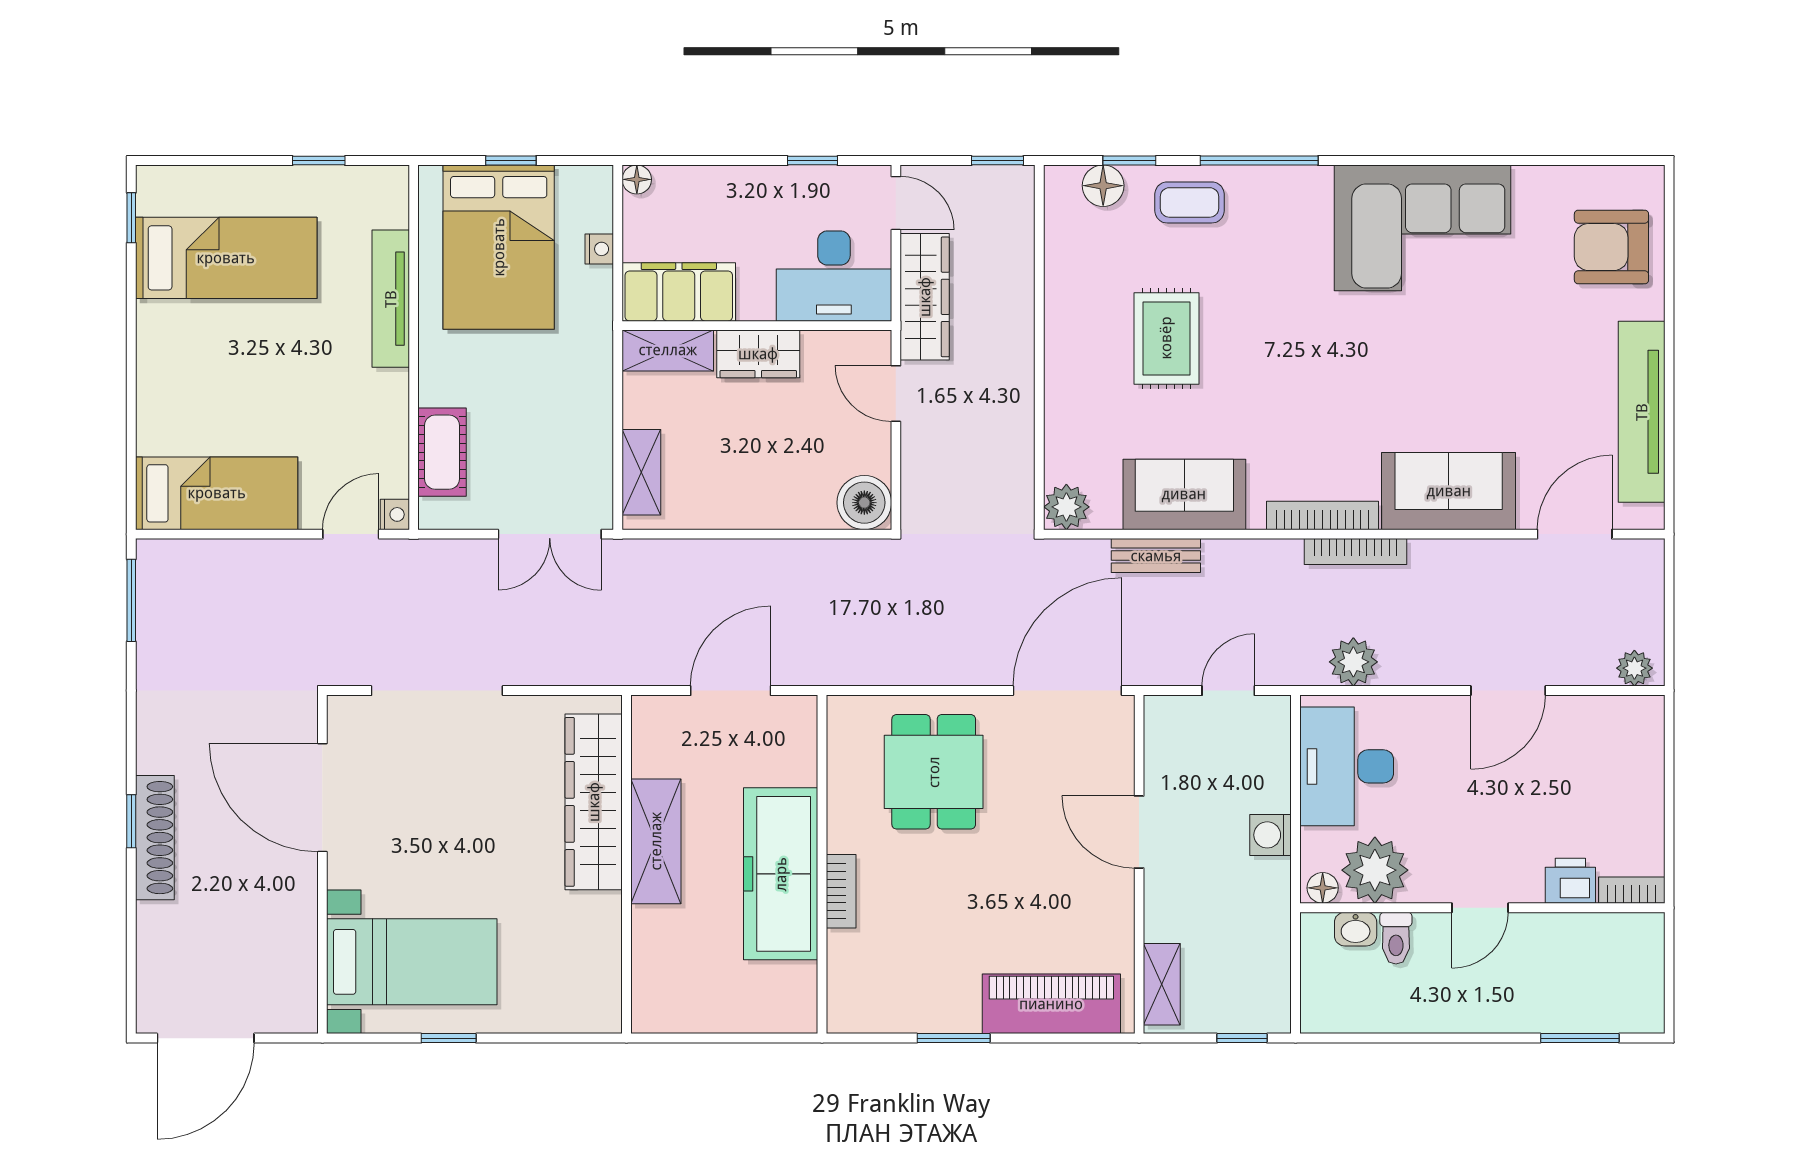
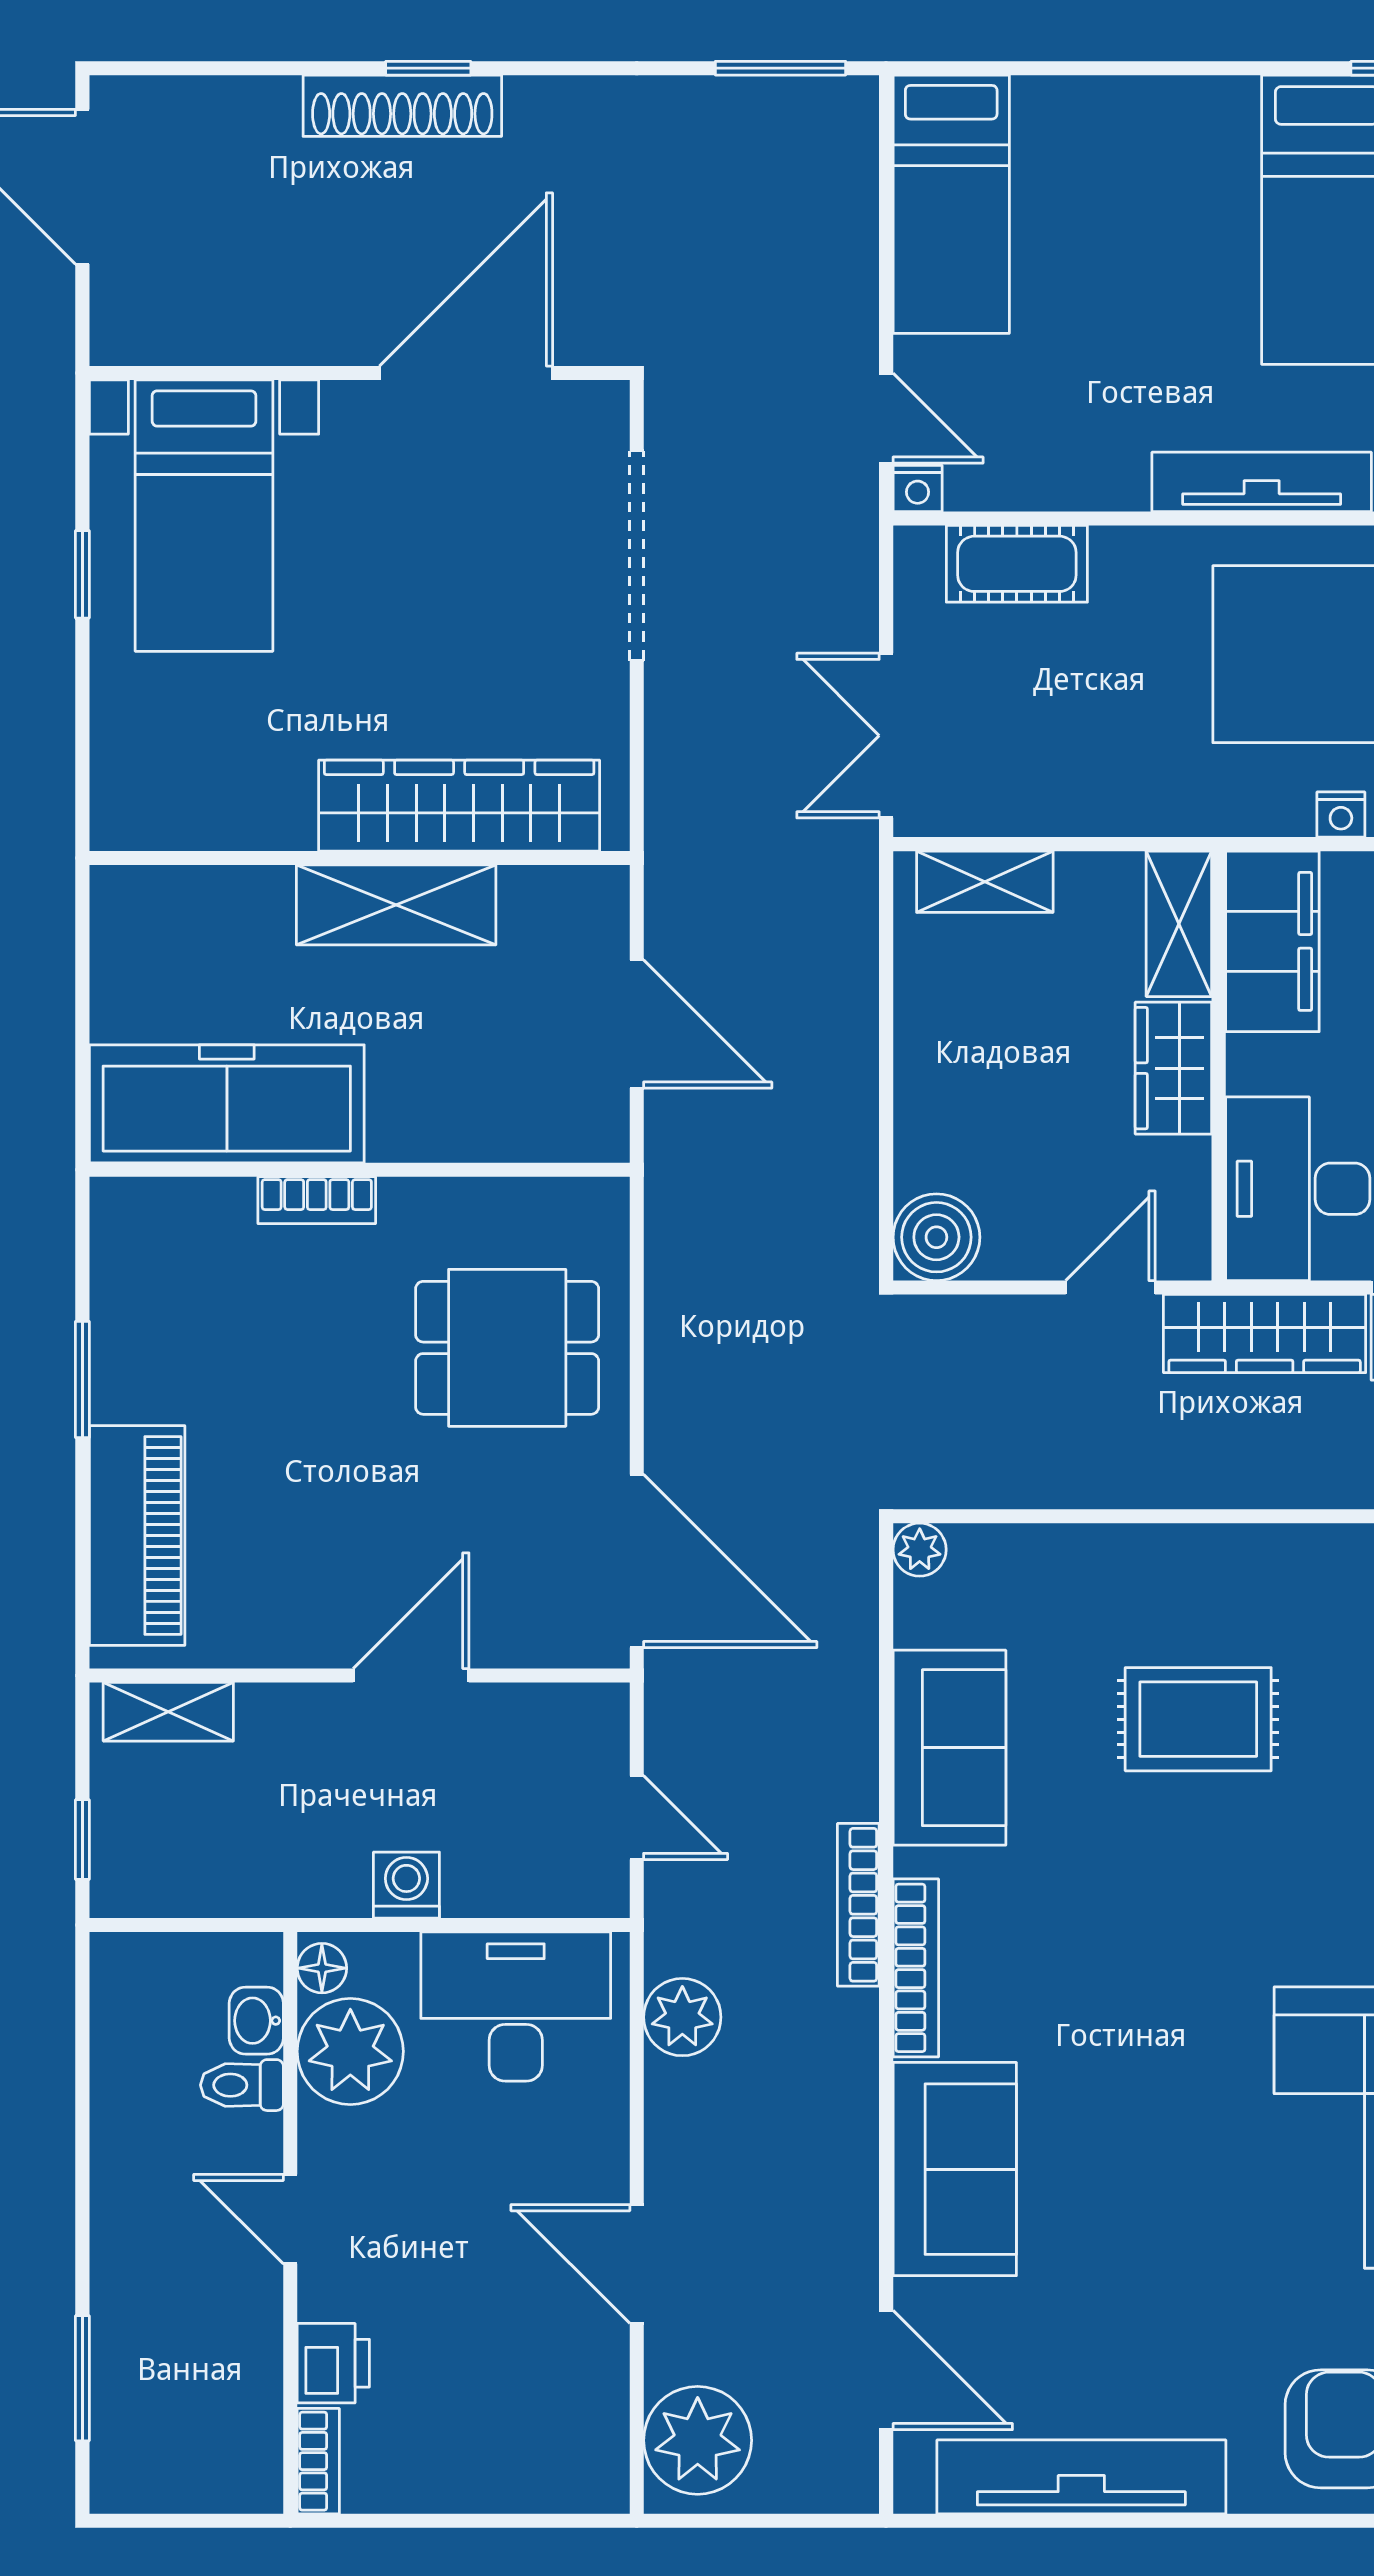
plant: (1066, 507) -> (920, 1550), width x0.73, depth x0.73
bookcase: (1355, 552) -> (858, 1905), moved
bench: (1156, 556) -> (852, 1702), removed
plant: (1634, 668) -> (698, 2440), width x1.87, depth x1.87
freezer: (781, 874) -> (227, 1104), moved

